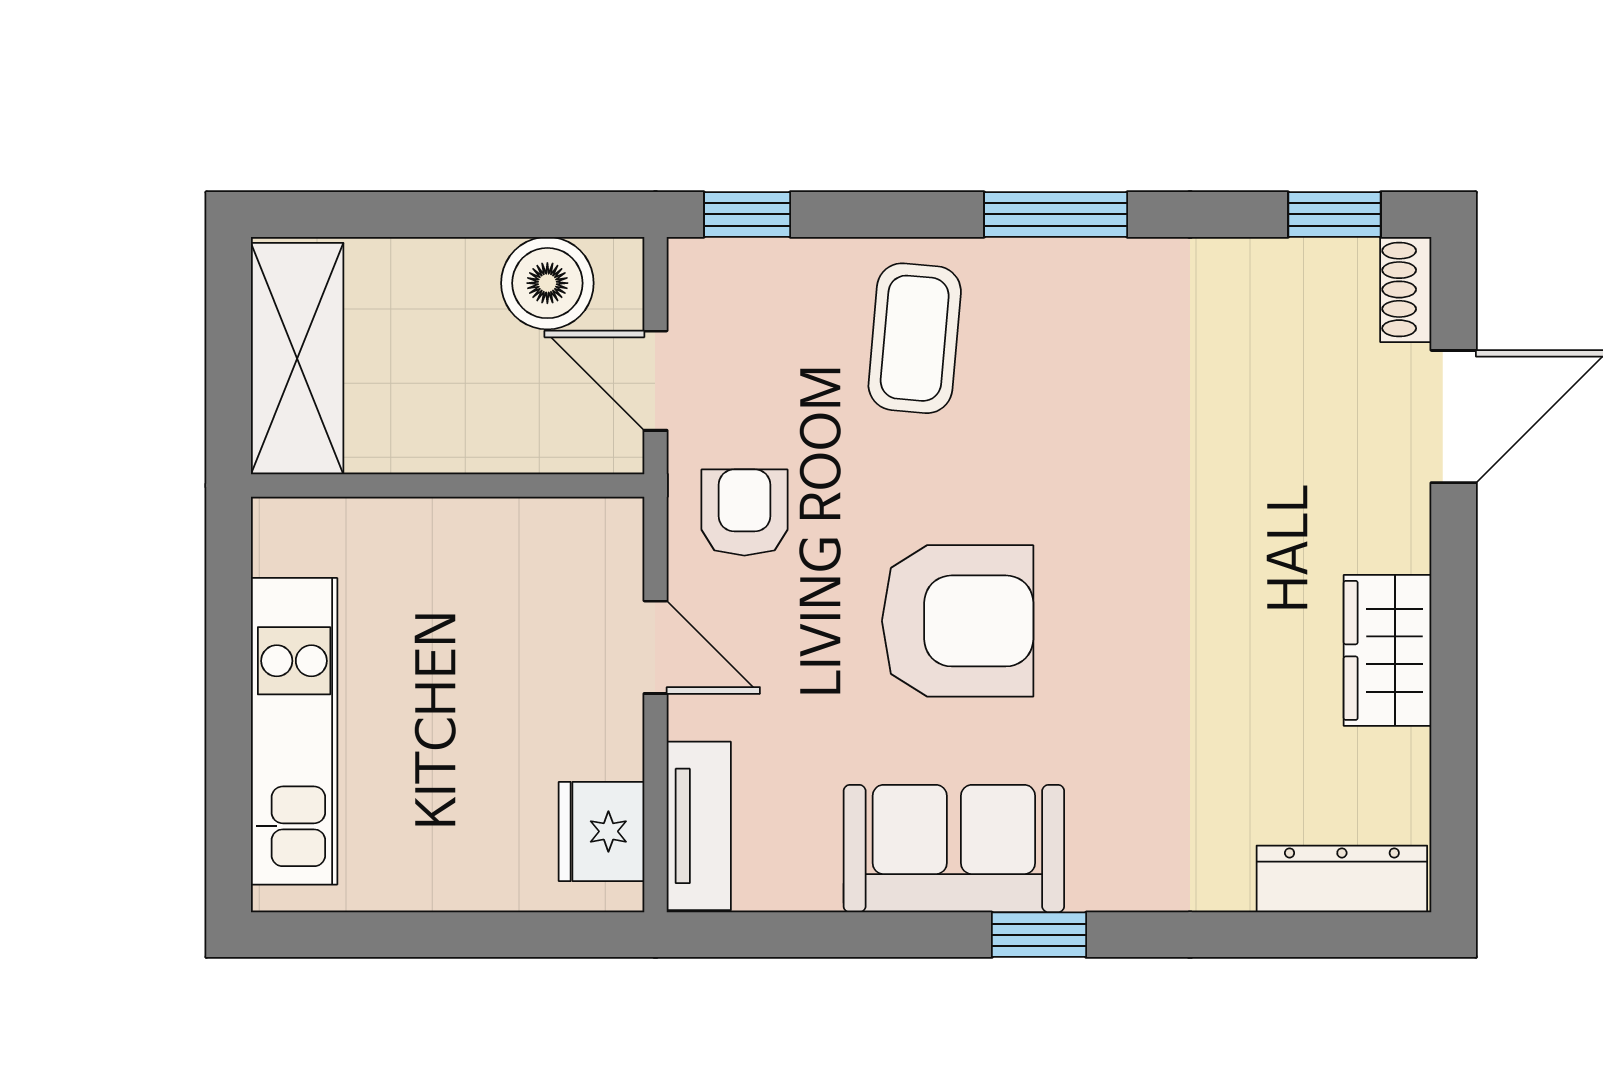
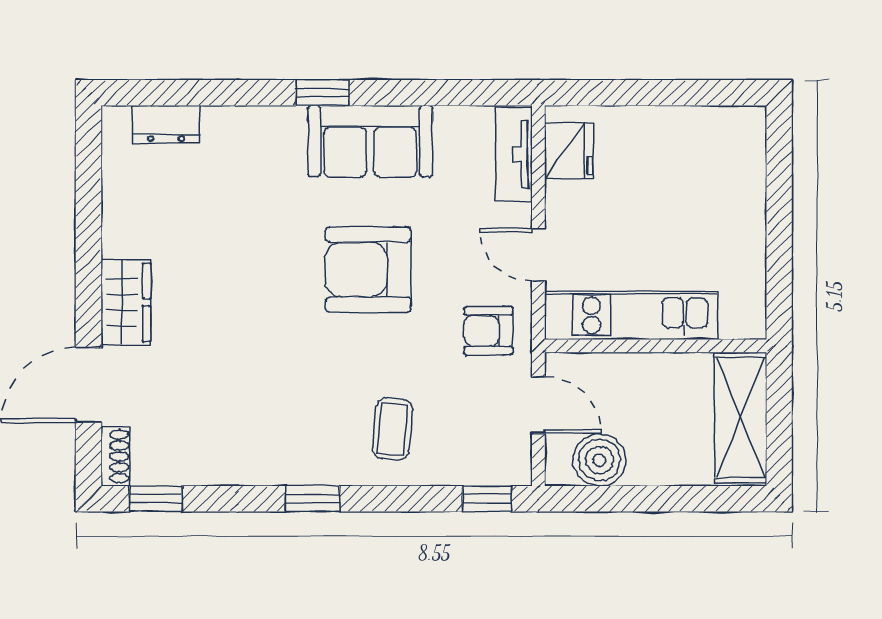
window: (1056, 214) -> (313, 499), width x0.67
coffee table: (915, 338) -> (392, 429), width x0.73, depth x0.77
armchair: (744, 512) -> (488, 331), turned 90
wardrobe: (1388, 650) -> (126, 302), moved
kitchen unit: (294, 731) -> (631, 315), moved, turned 90
dresser: (1342, 879) -> (166, 124), width x0.70

